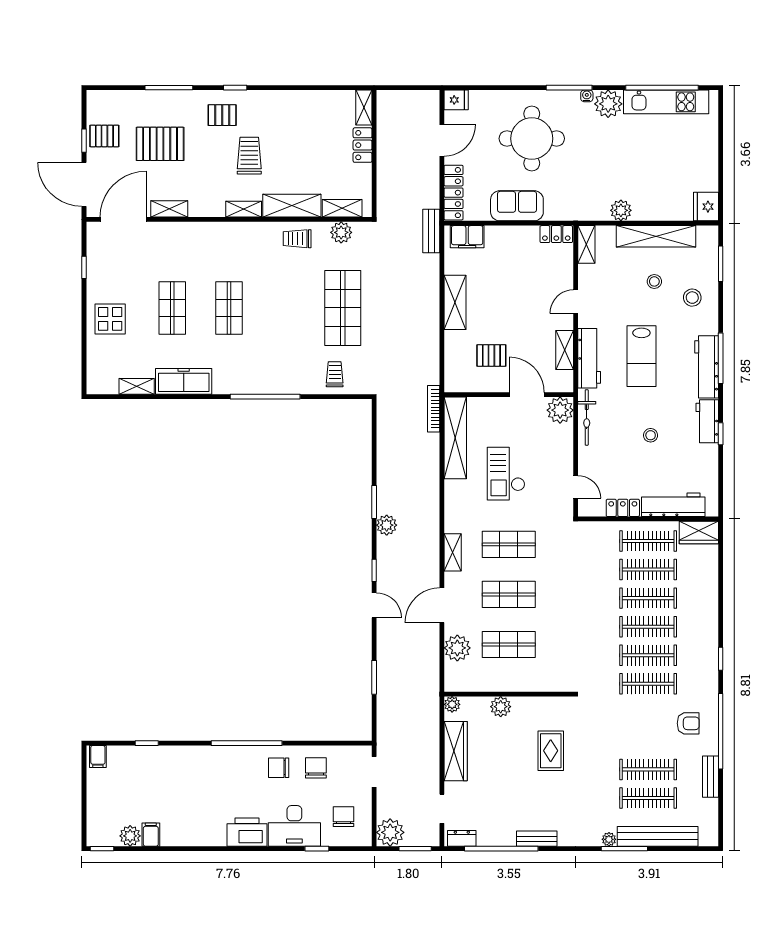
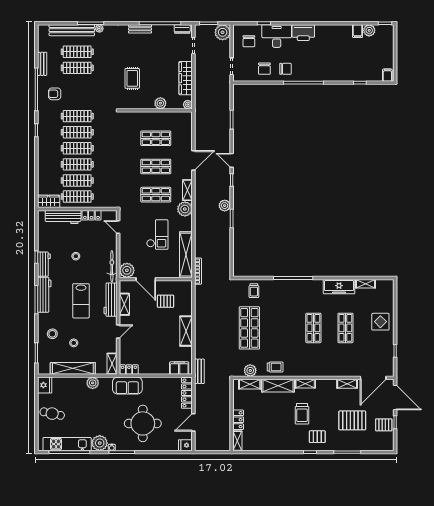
cafe table: (693, 156) -> (52, 414), added
sofa: (517, 206) -> (127, 386), moved
lab bench: (641, 356) -> (81, 301), turned 180
plant: (457, 648) -> (185, 209), moved

